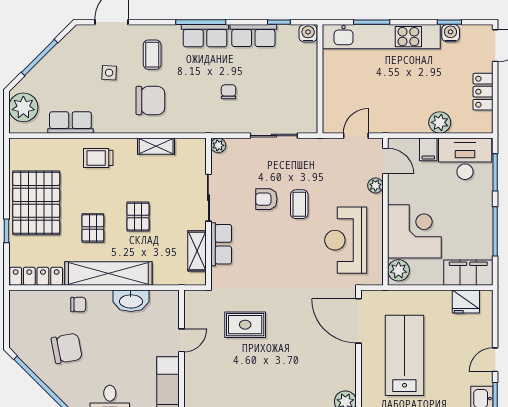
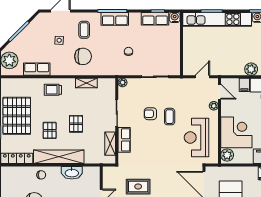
row of seats: (253, 36) -> (155, 19), moved

